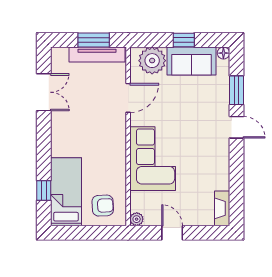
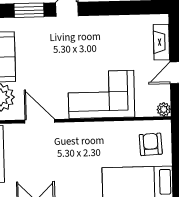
fireplace: (222, 208) -> (161, 42), moved, turned 90

